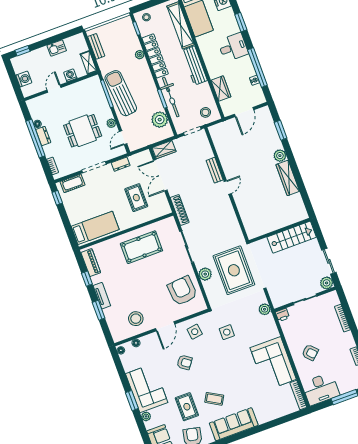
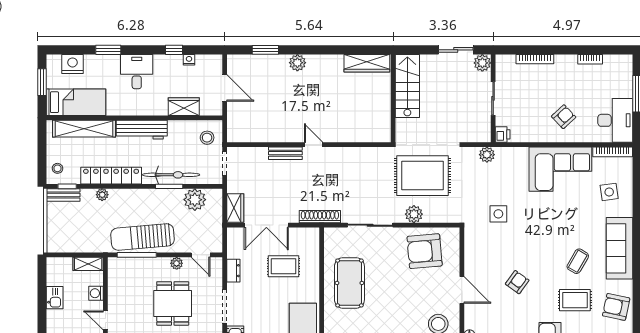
bench: (96, 46) -> (63, 195), moved
window: (257, 67) -> (174, 50), width x0.32
wardrobe: (288, 178) -> (367, 63), moved
side table: (195, 332) -> (609, 192), moved

